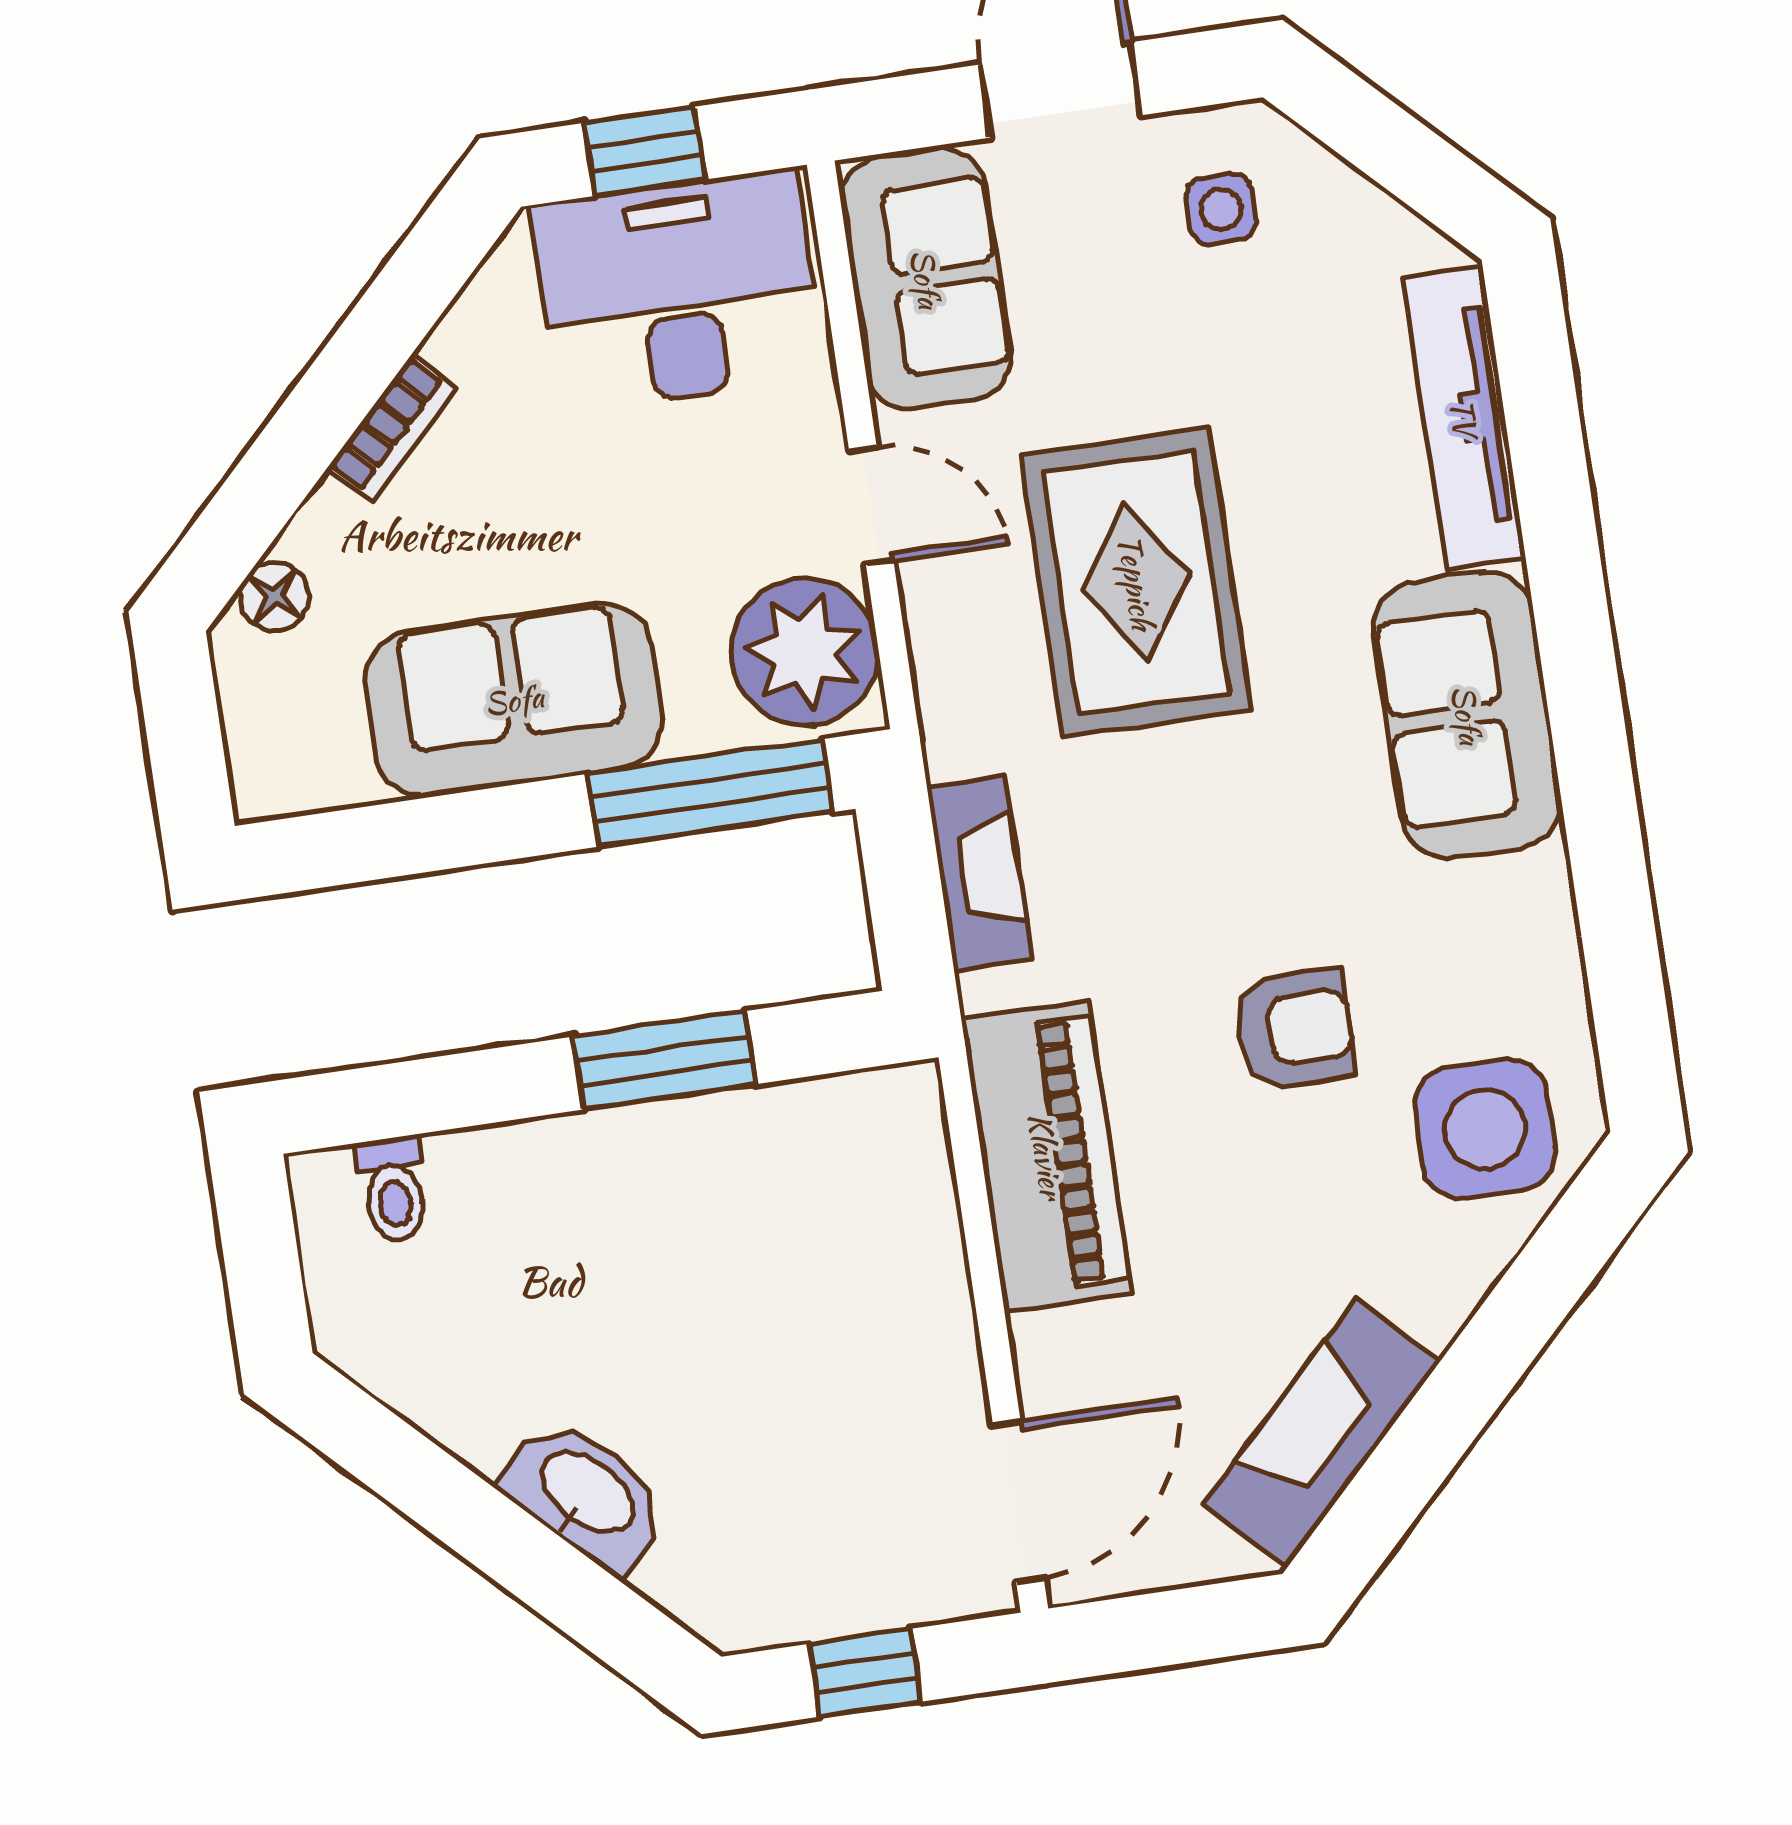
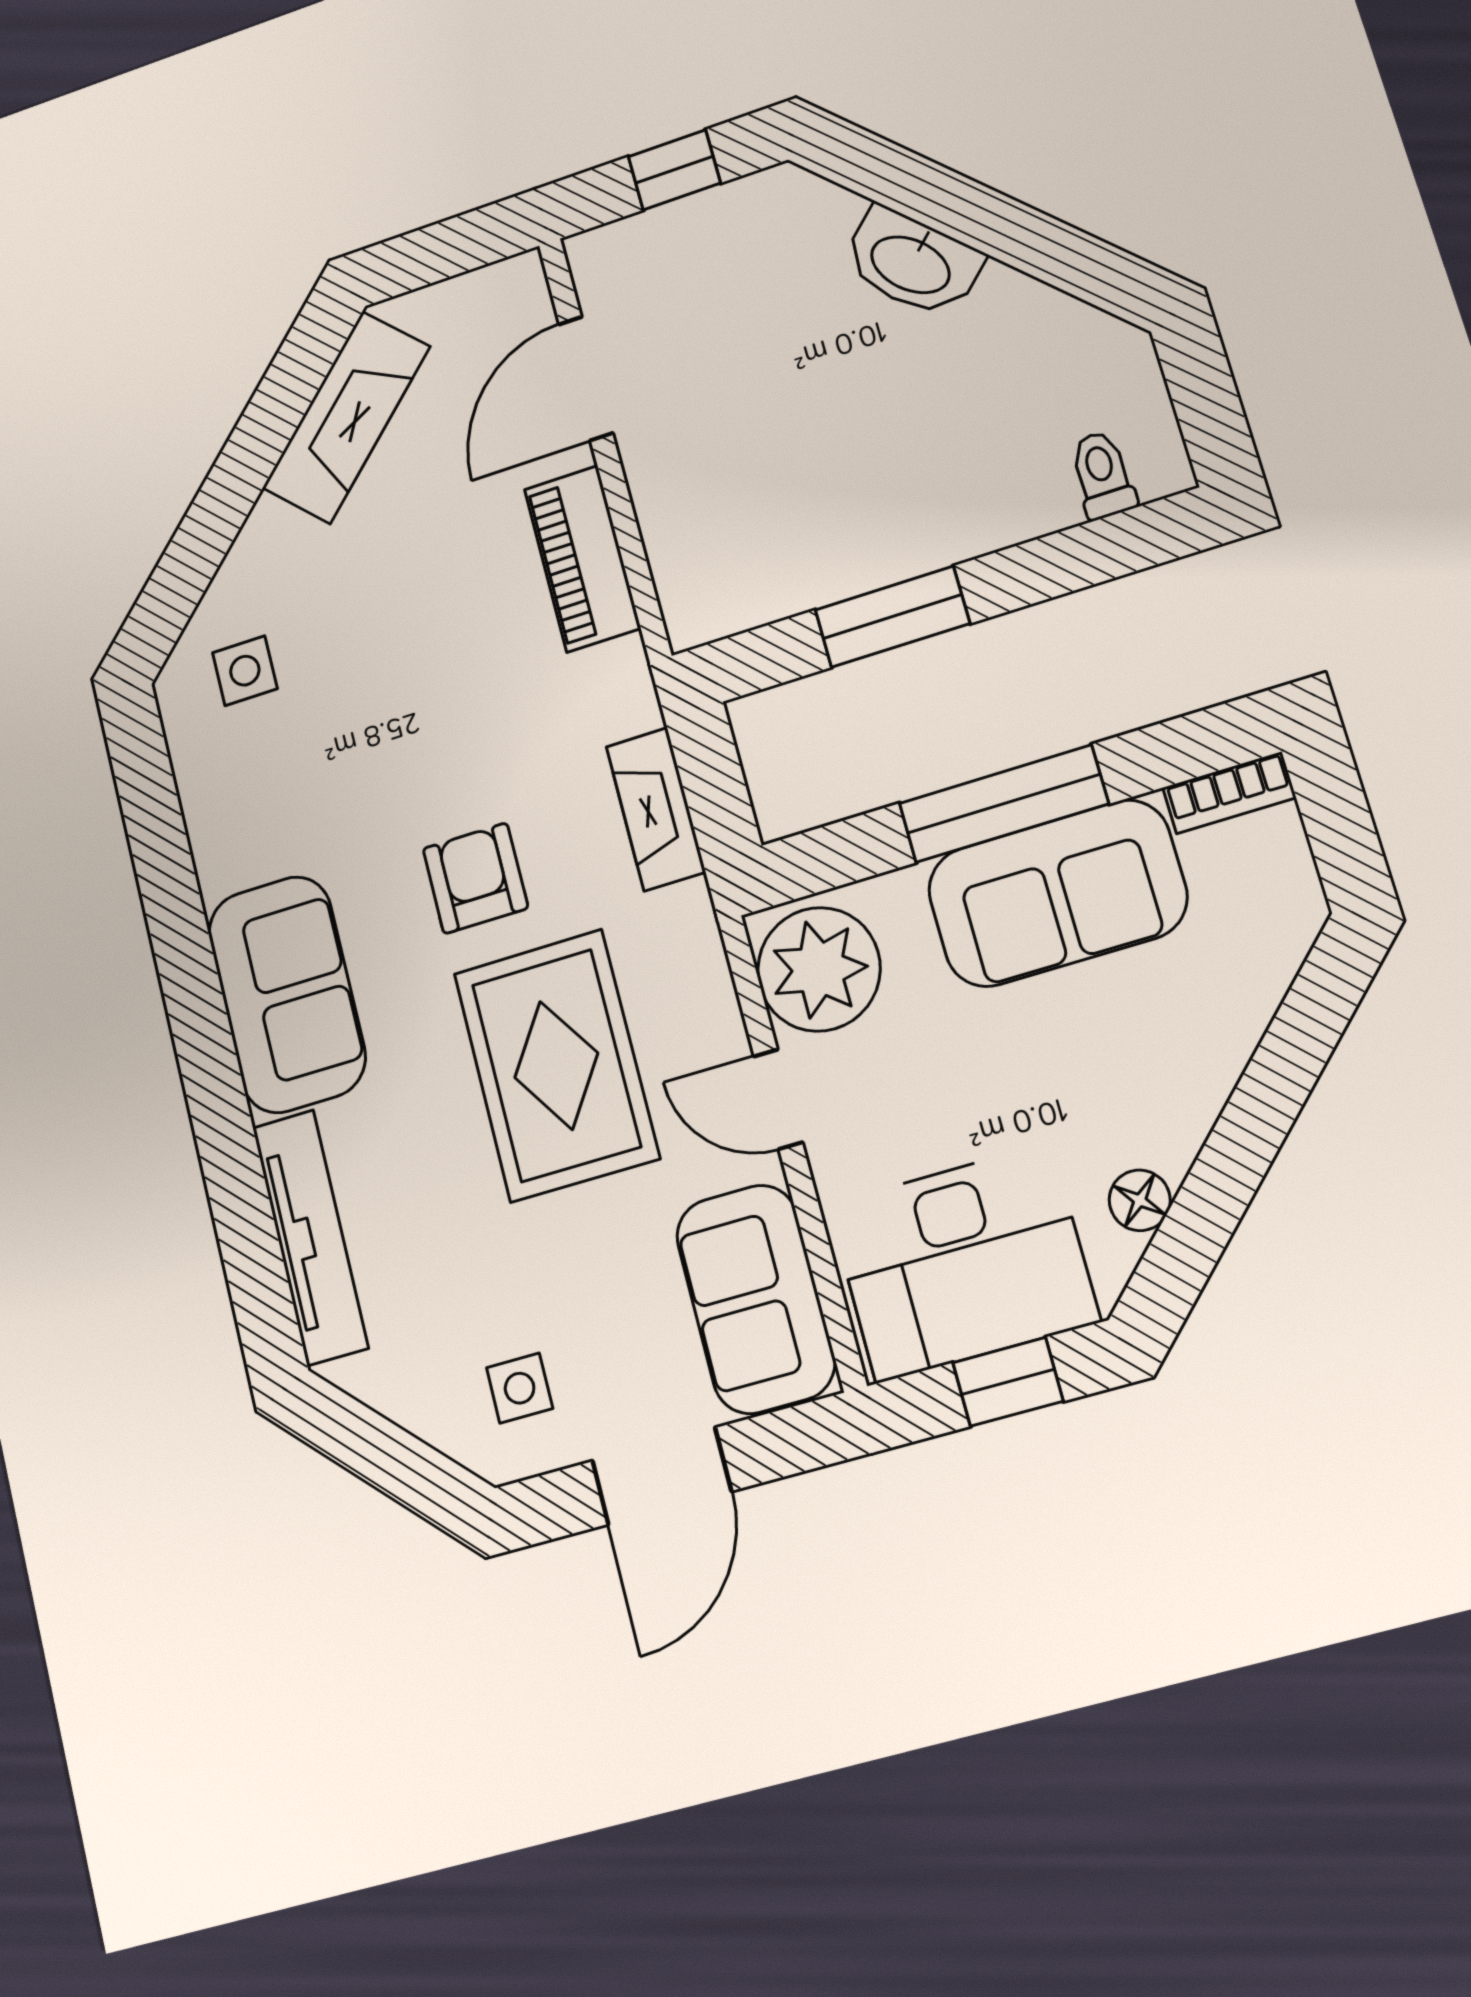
bookcase: (392, 428) -> (1229, 793), moved, turned -135
floor lamp: (274, 597) -> (1140, 1200), moved
window: (710, 793) -> (1003, 804), moved
armchair: (1294, 1029) -> (475, 878), moved, turned 90
side table: (1485, 1129) -> (245, 671), width x0.54, depth x0.54
piano: (1046, 1156) -> (582, 559), width x0.73, depth x0.75
door: (1018, 1502) -> (586, 379), moved

